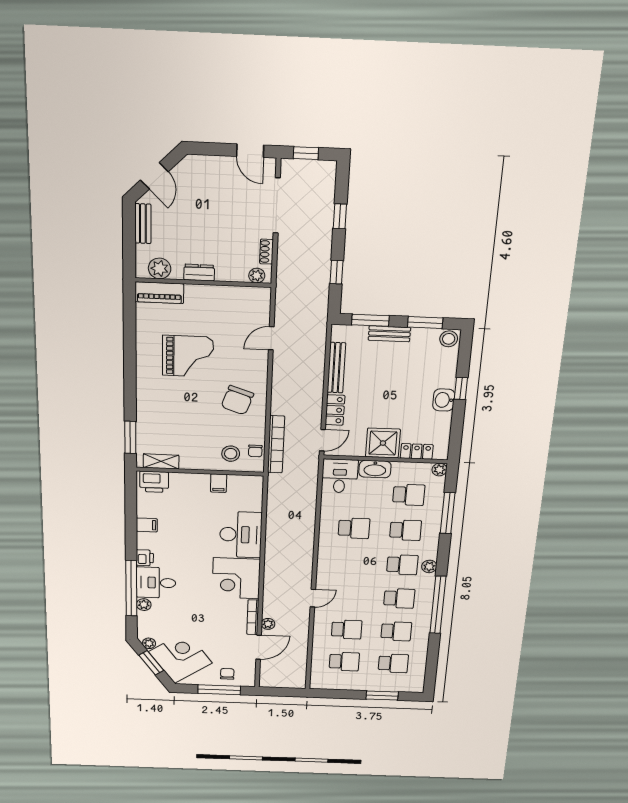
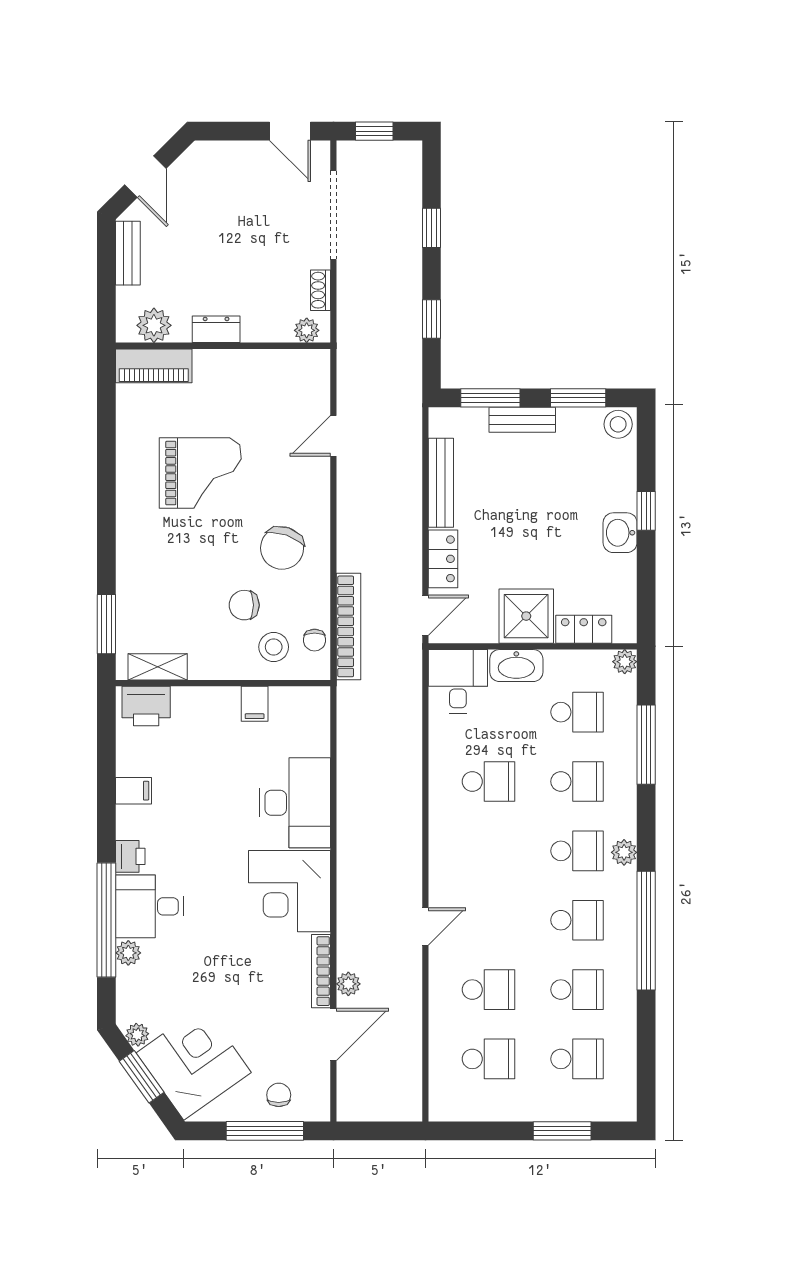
chair: (214, 430) -> (244, 605), added

